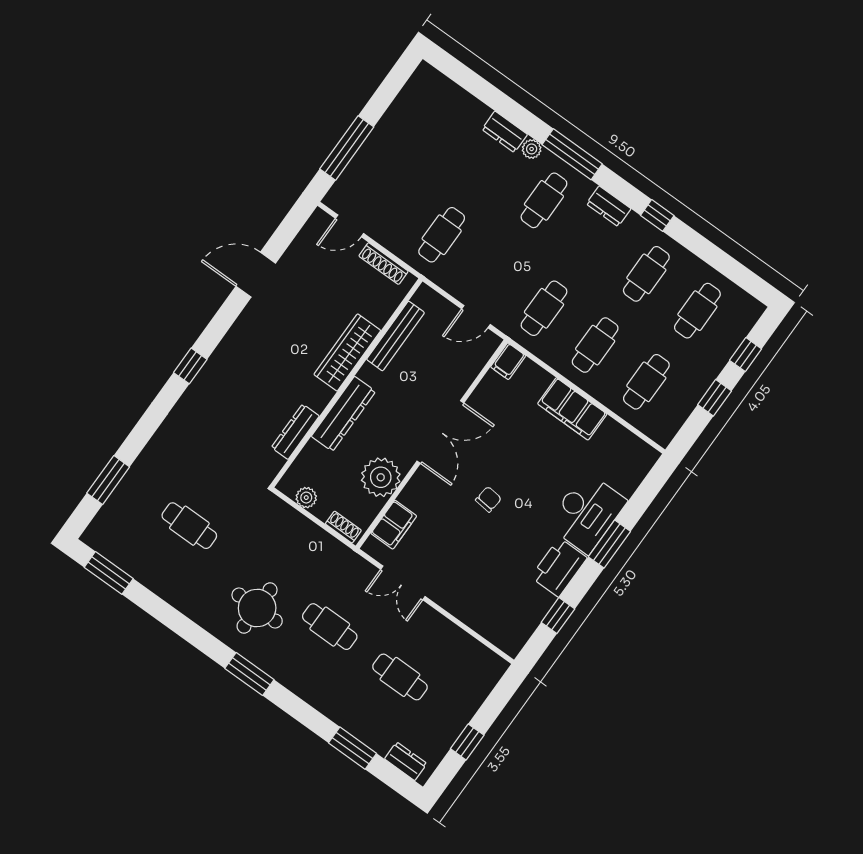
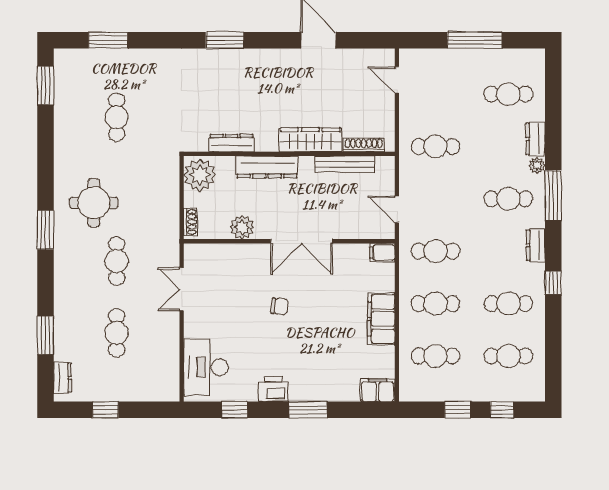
cafe table: (442, 127) -> (508, 94), added
window: (347, 148) -> (475, 40), moved
shoe rack: (383, 264) -> (364, 145), moved, turned 90
window: (190, 366) -> (225, 40), width x1.50
plant: (381, 477) -> (242, 227), width x0.73, depth x0.73
plant: (306, 498) -> (200, 175), width x1.88, depth x1.88
desk: (587, 513) -> (206, 367), moved, turned 90
filing cabinet: (394, 525) -> (378, 390), moved, turned 180
printer: (559, 567) -> (273, 389), width x0.73, depth x0.84

